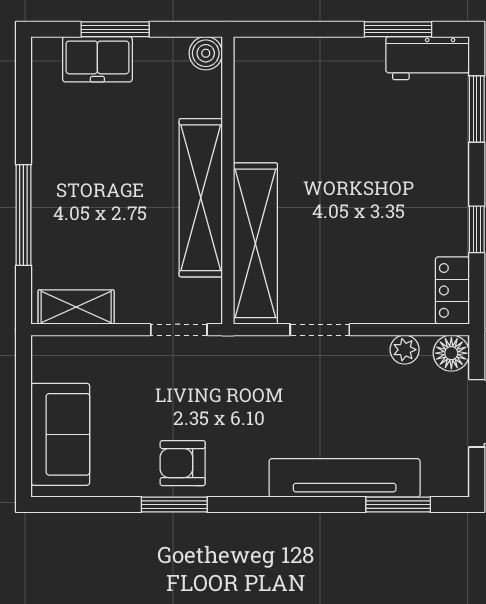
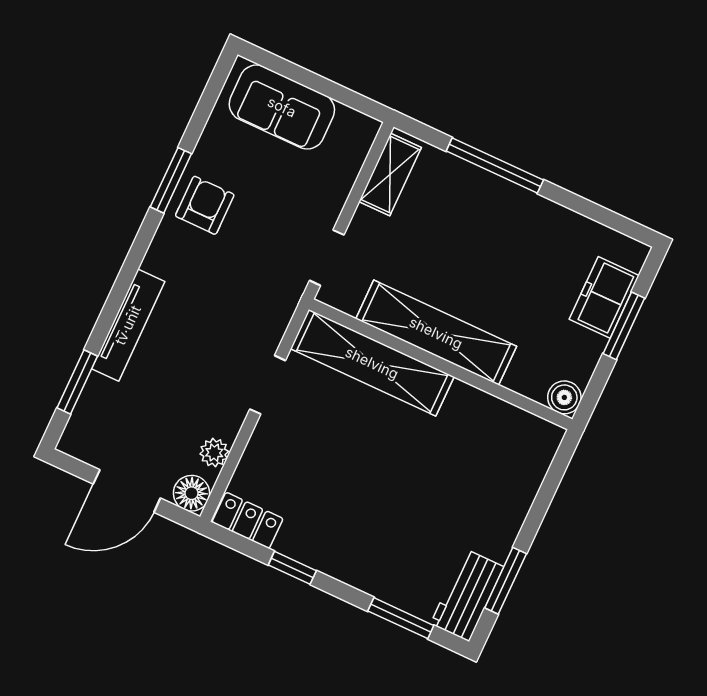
tv unit: (345, 478) -> (128, 325), width x0.73, depth x0.78

